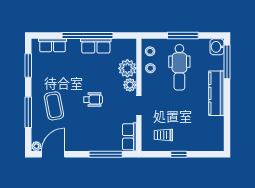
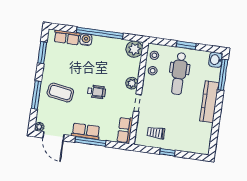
window: (183, 36) -> (186, 45), width x0.69
water cooler: (73, 45) -> (86, 40), added
row of seats: (96, 46) -> (86, 131), moved, turned 180
plant: (127, 68) -> (134, 49), moved
coffee table: (54, 106) -> (60, 93), turned -70
door: (53, 154) -> (53, 136), swing flipped
window: (106, 154) -> (91, 141), moved

